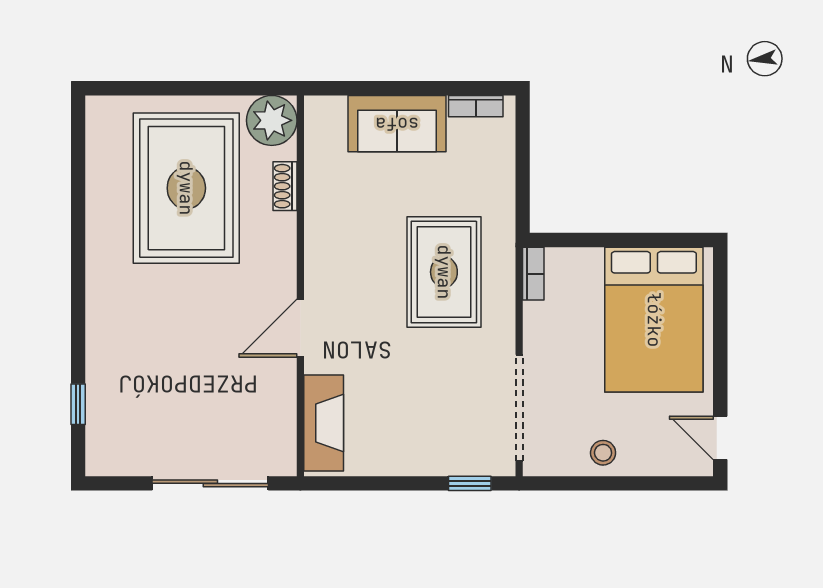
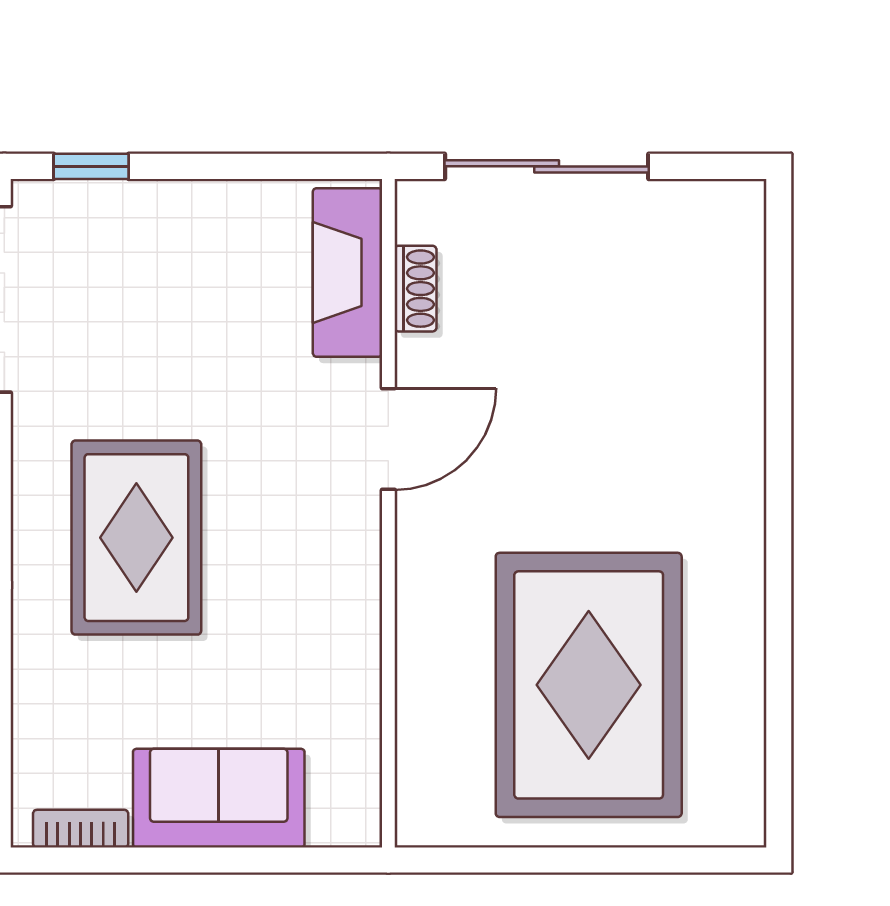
plant: (272, 120) -> (439, 804), removed
shoe rack: (285, 186) -> (415, 289), moved
window: (78, 404) -> (779, 306), removed

